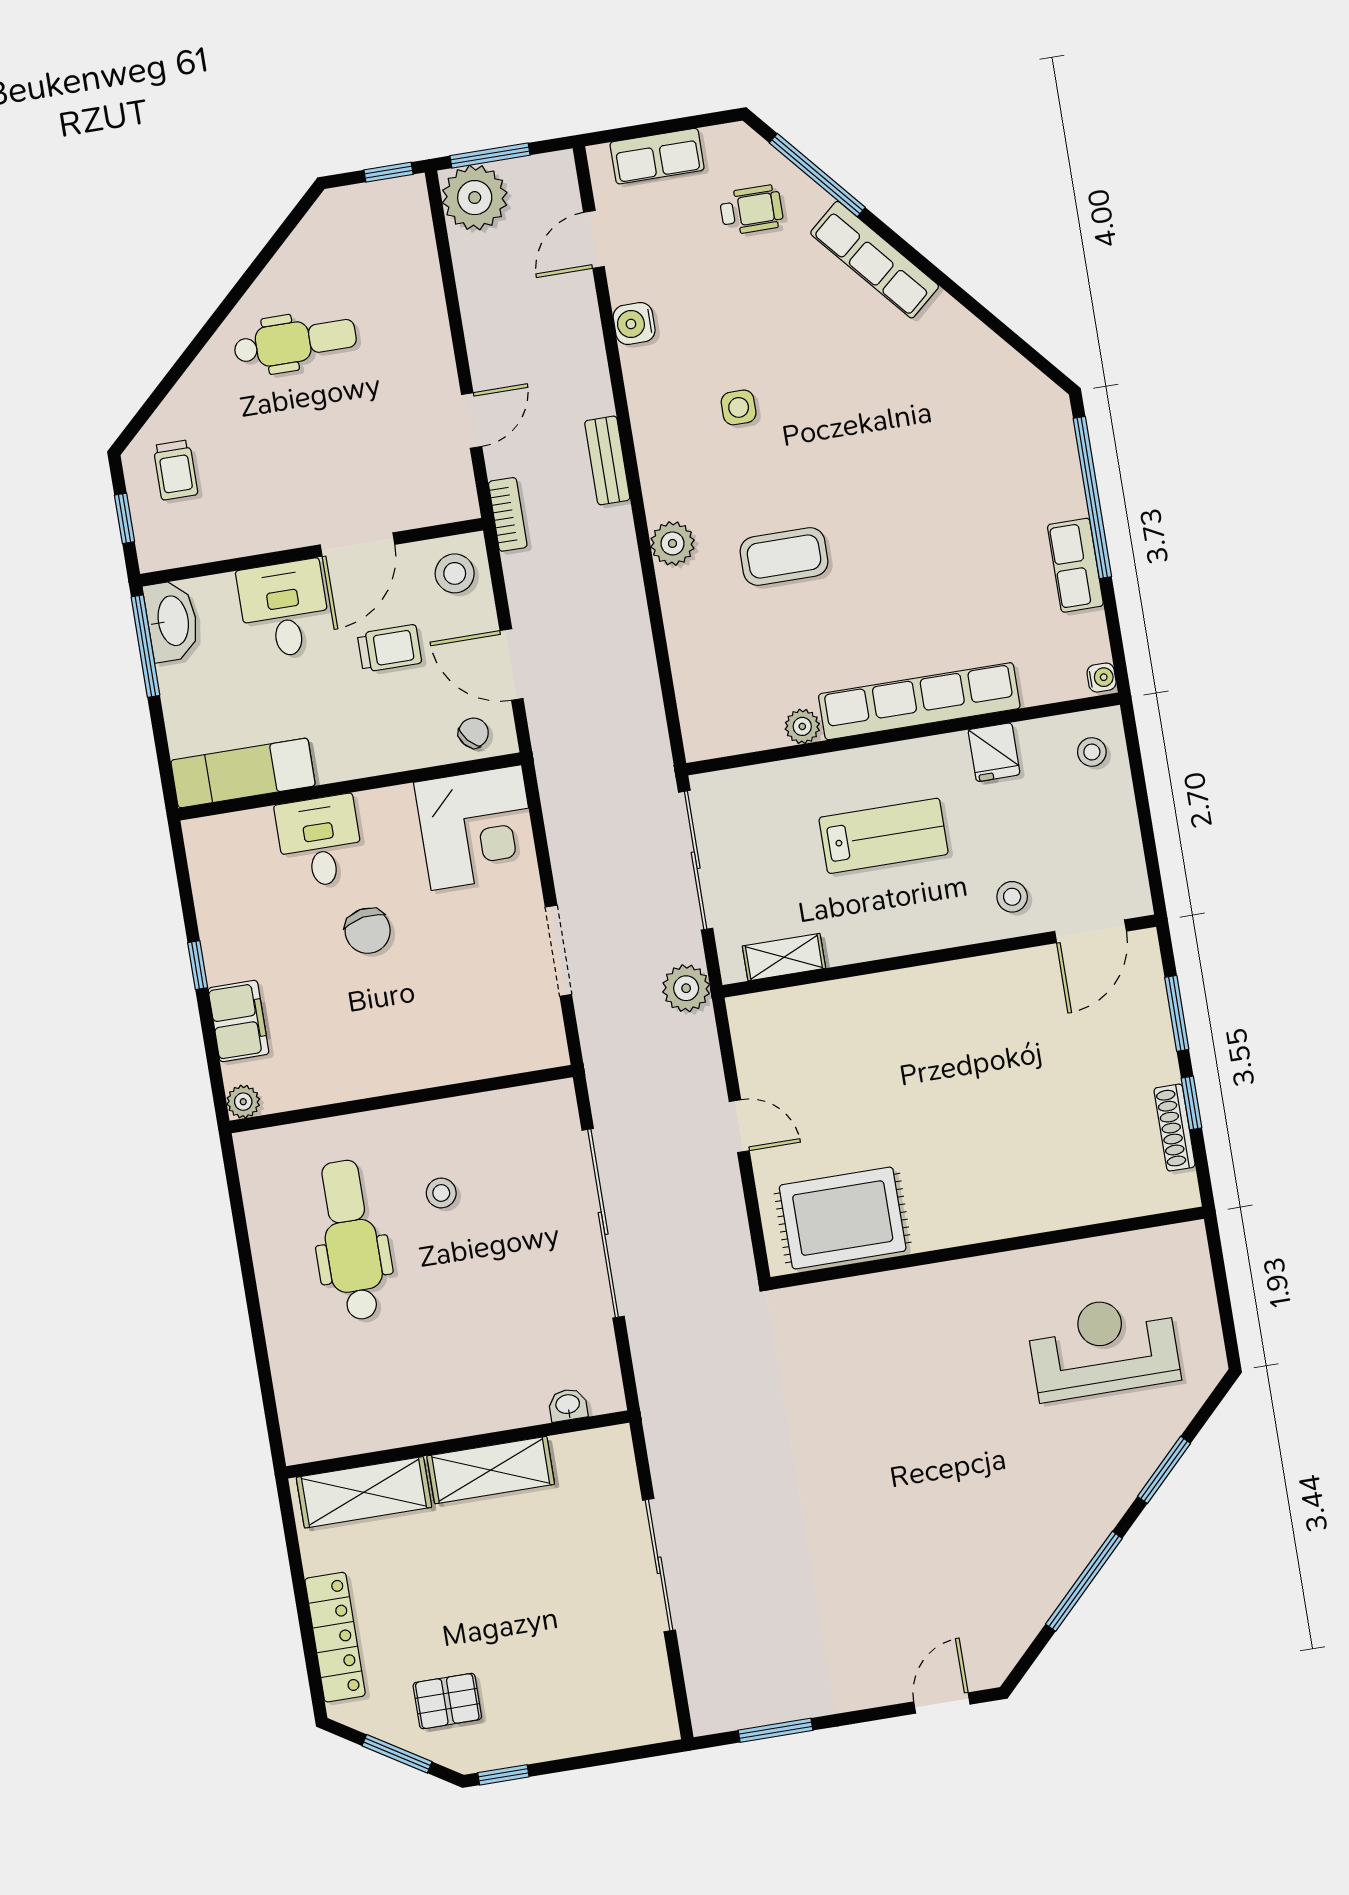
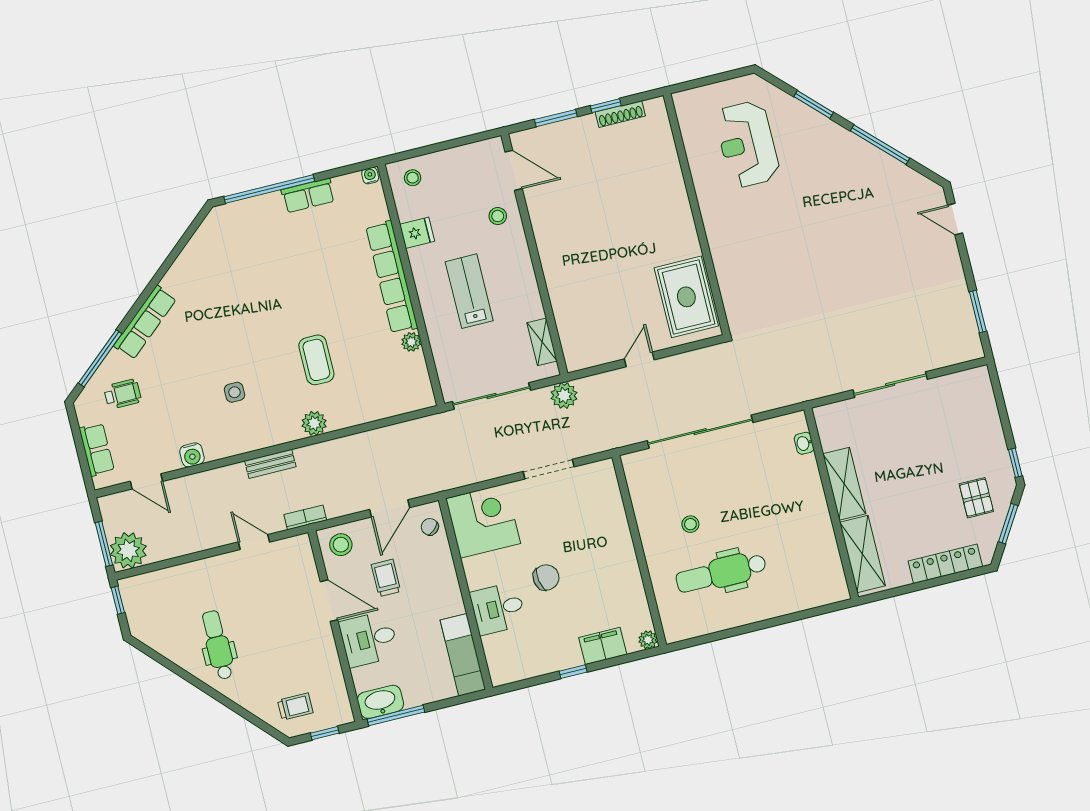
wheelchair: (751, 210) -> (123, 394), turned 90

